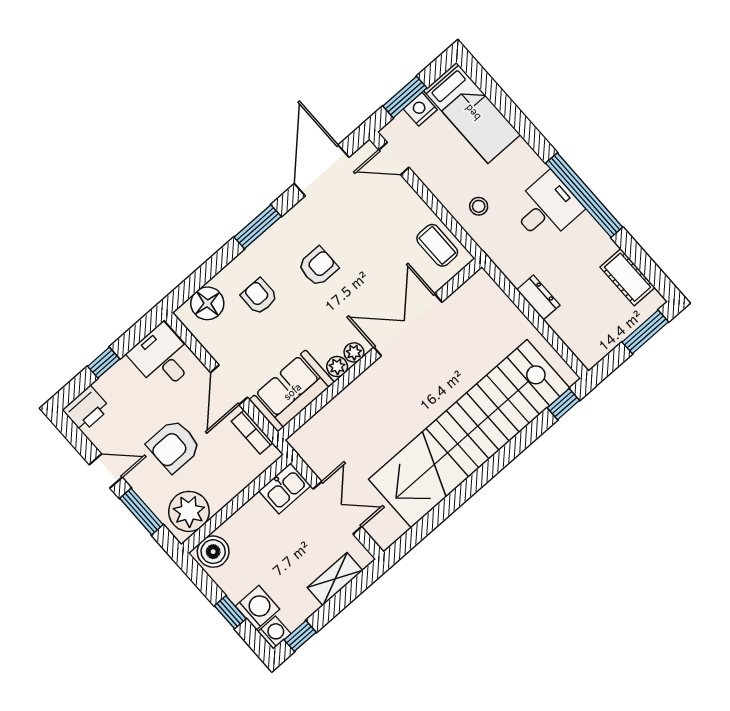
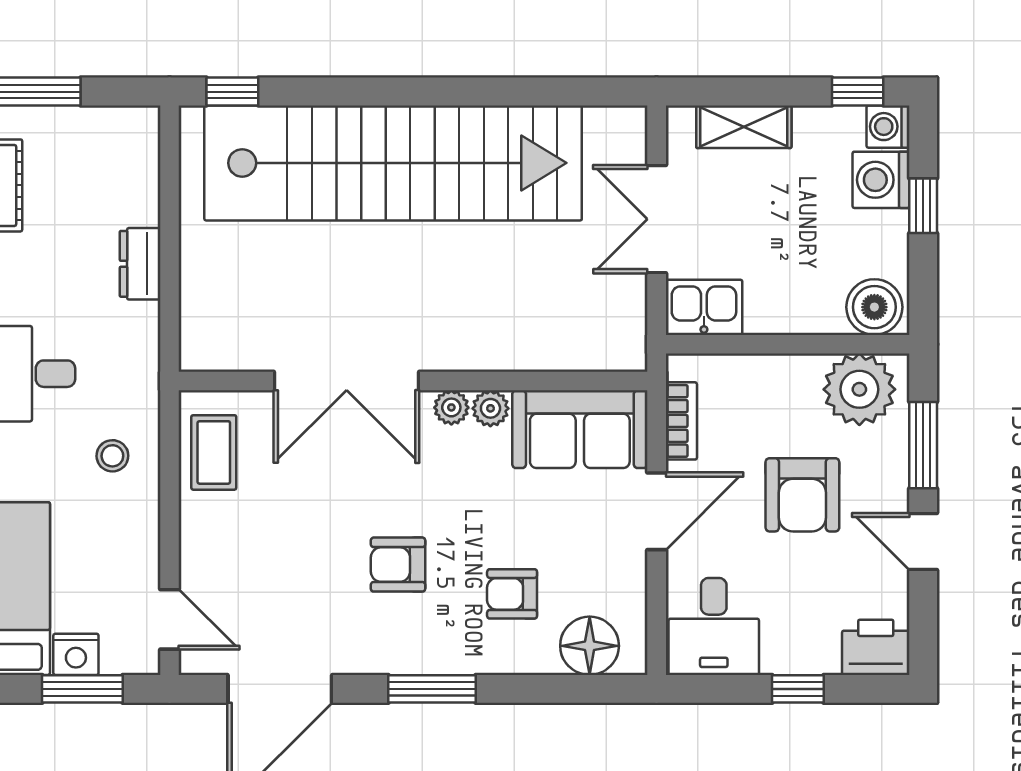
armchair: (259, 296) -> (512, 594), turned 90
armchair: (174, 446) -> (802, 495), turned 90

